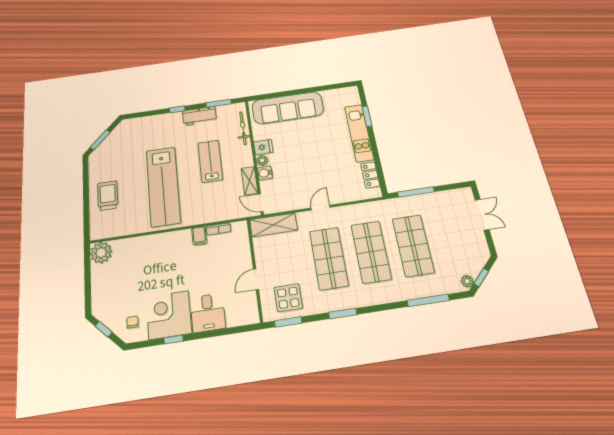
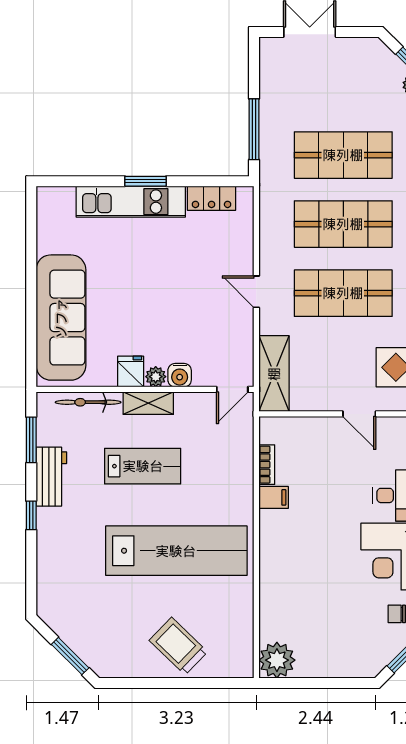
window: (367, 116) -> (146, 181), moved
lab bench: (210, 161) -> (143, 466), turned 180
shelving: (249, 181) -> (148, 403), moved
trolley: (108, 196) -> (178, 646), turned 44

